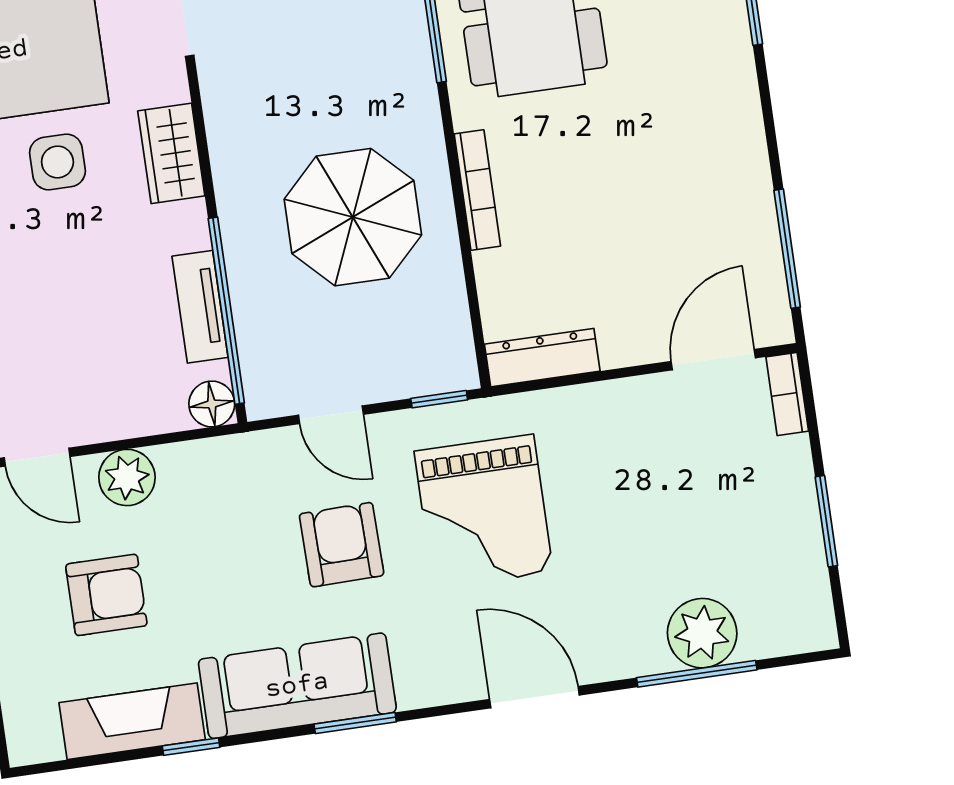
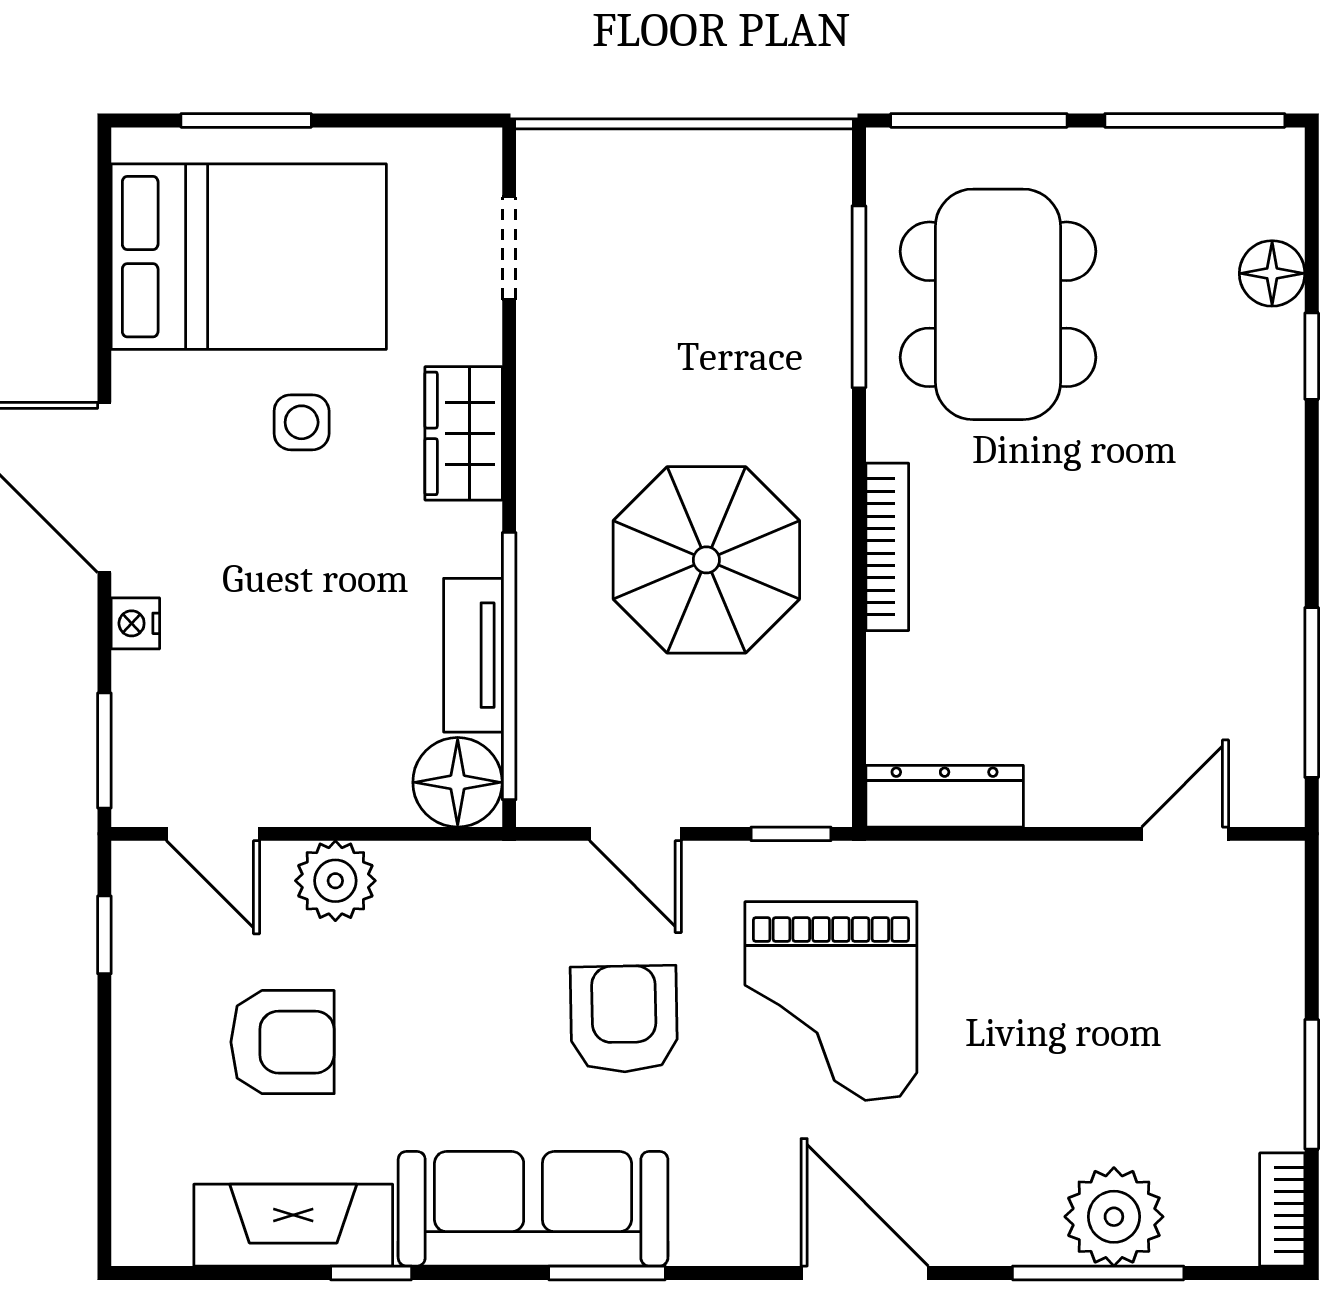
side table: (57, 162) -> (302, 422), width x0.73, depth x0.73
door: (713, 360) -> (1185, 834), width x0.73
bookcase: (787, 394) -> (1282, 1210), moved
floor lamp: (212, 404) -> (458, 782), width x1.38, depth x1.38

